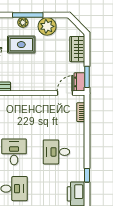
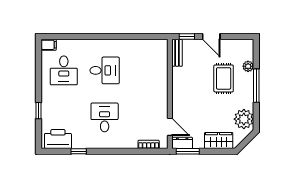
plant: (23, 22) -> (248, 66), moved
plant: (47, 26) -> (244, 119), moved

